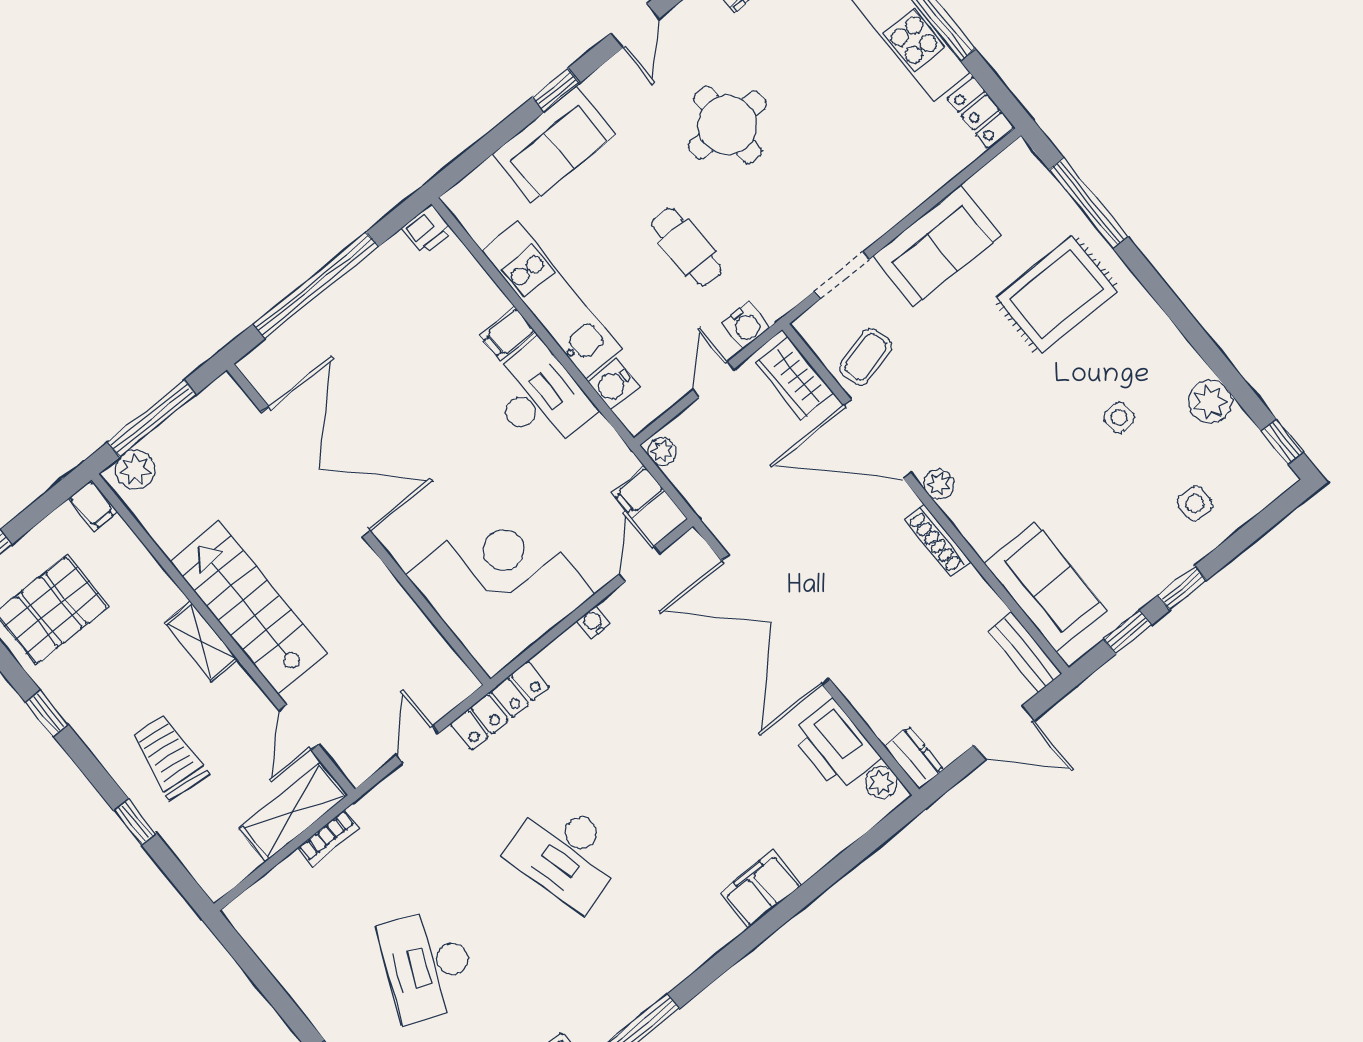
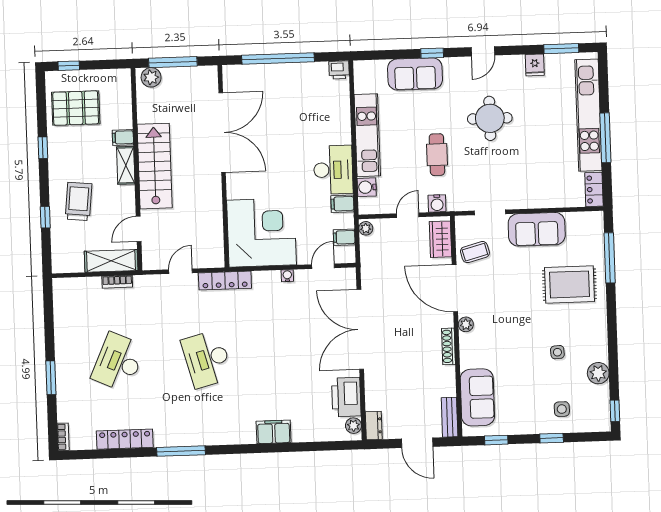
filing cabinet: (508, 334) -> (342, 204), moved
filing cabinet: (93, 505) -> (123, 137), moved, turned 90
window: (1182, 588) -> (552, 438), moved

